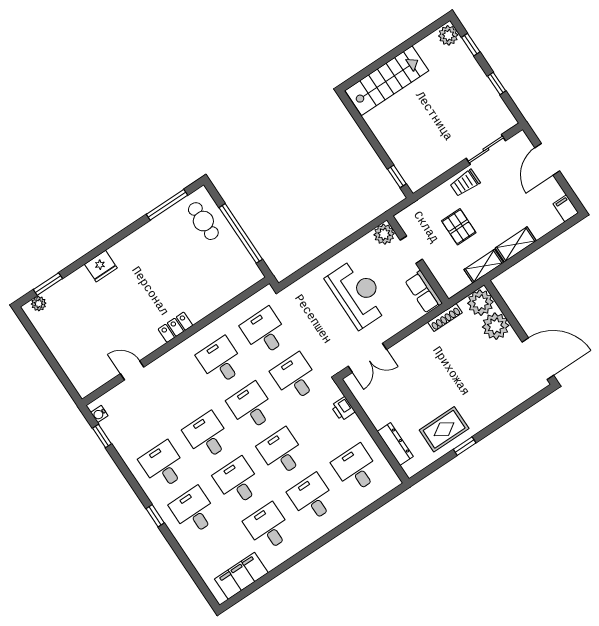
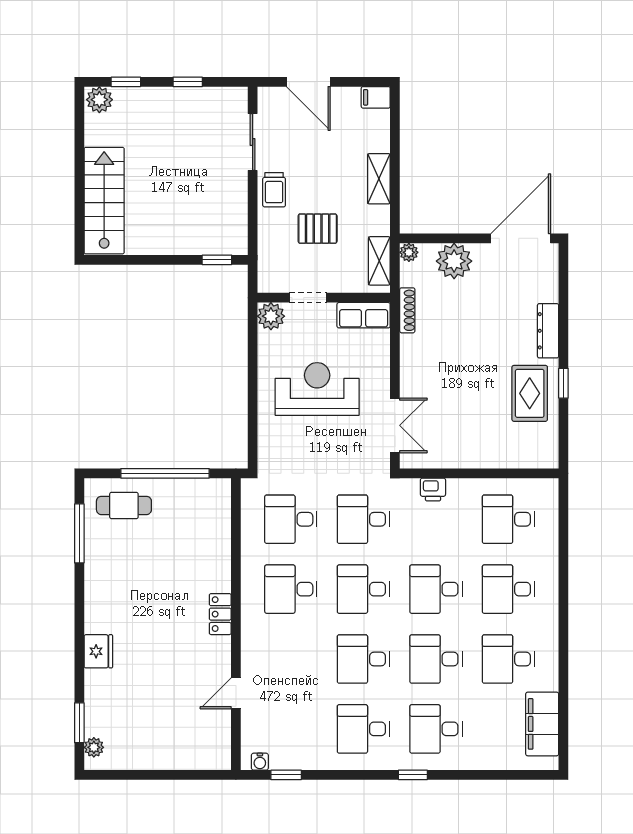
shelving: (484, 266) -> (379, 261), moved
plant: (480, 303) -> (409, 252), width x0.53, depth x0.53
dresser: (395, 444) -> (548, 331), moved, turned -90

